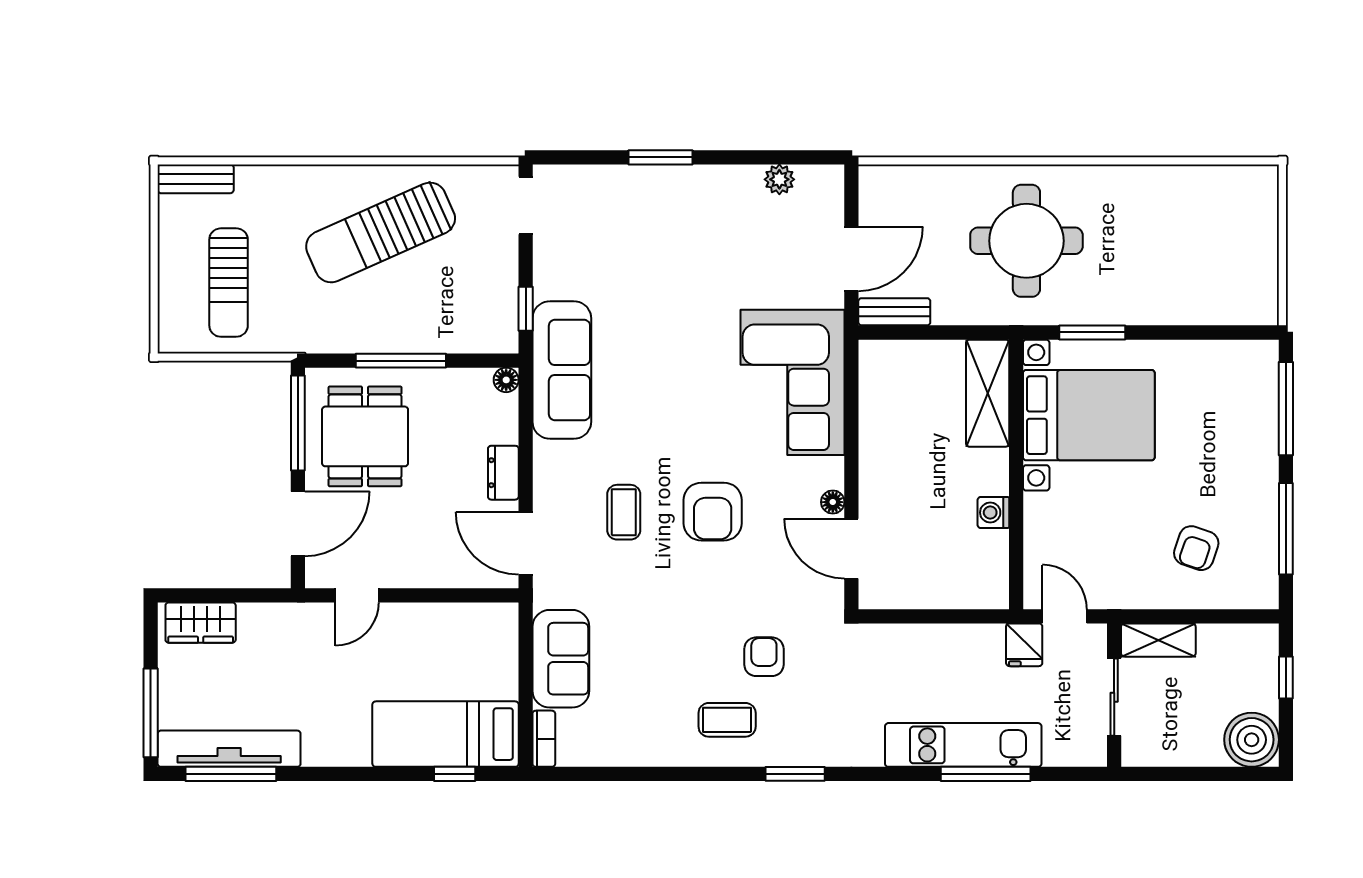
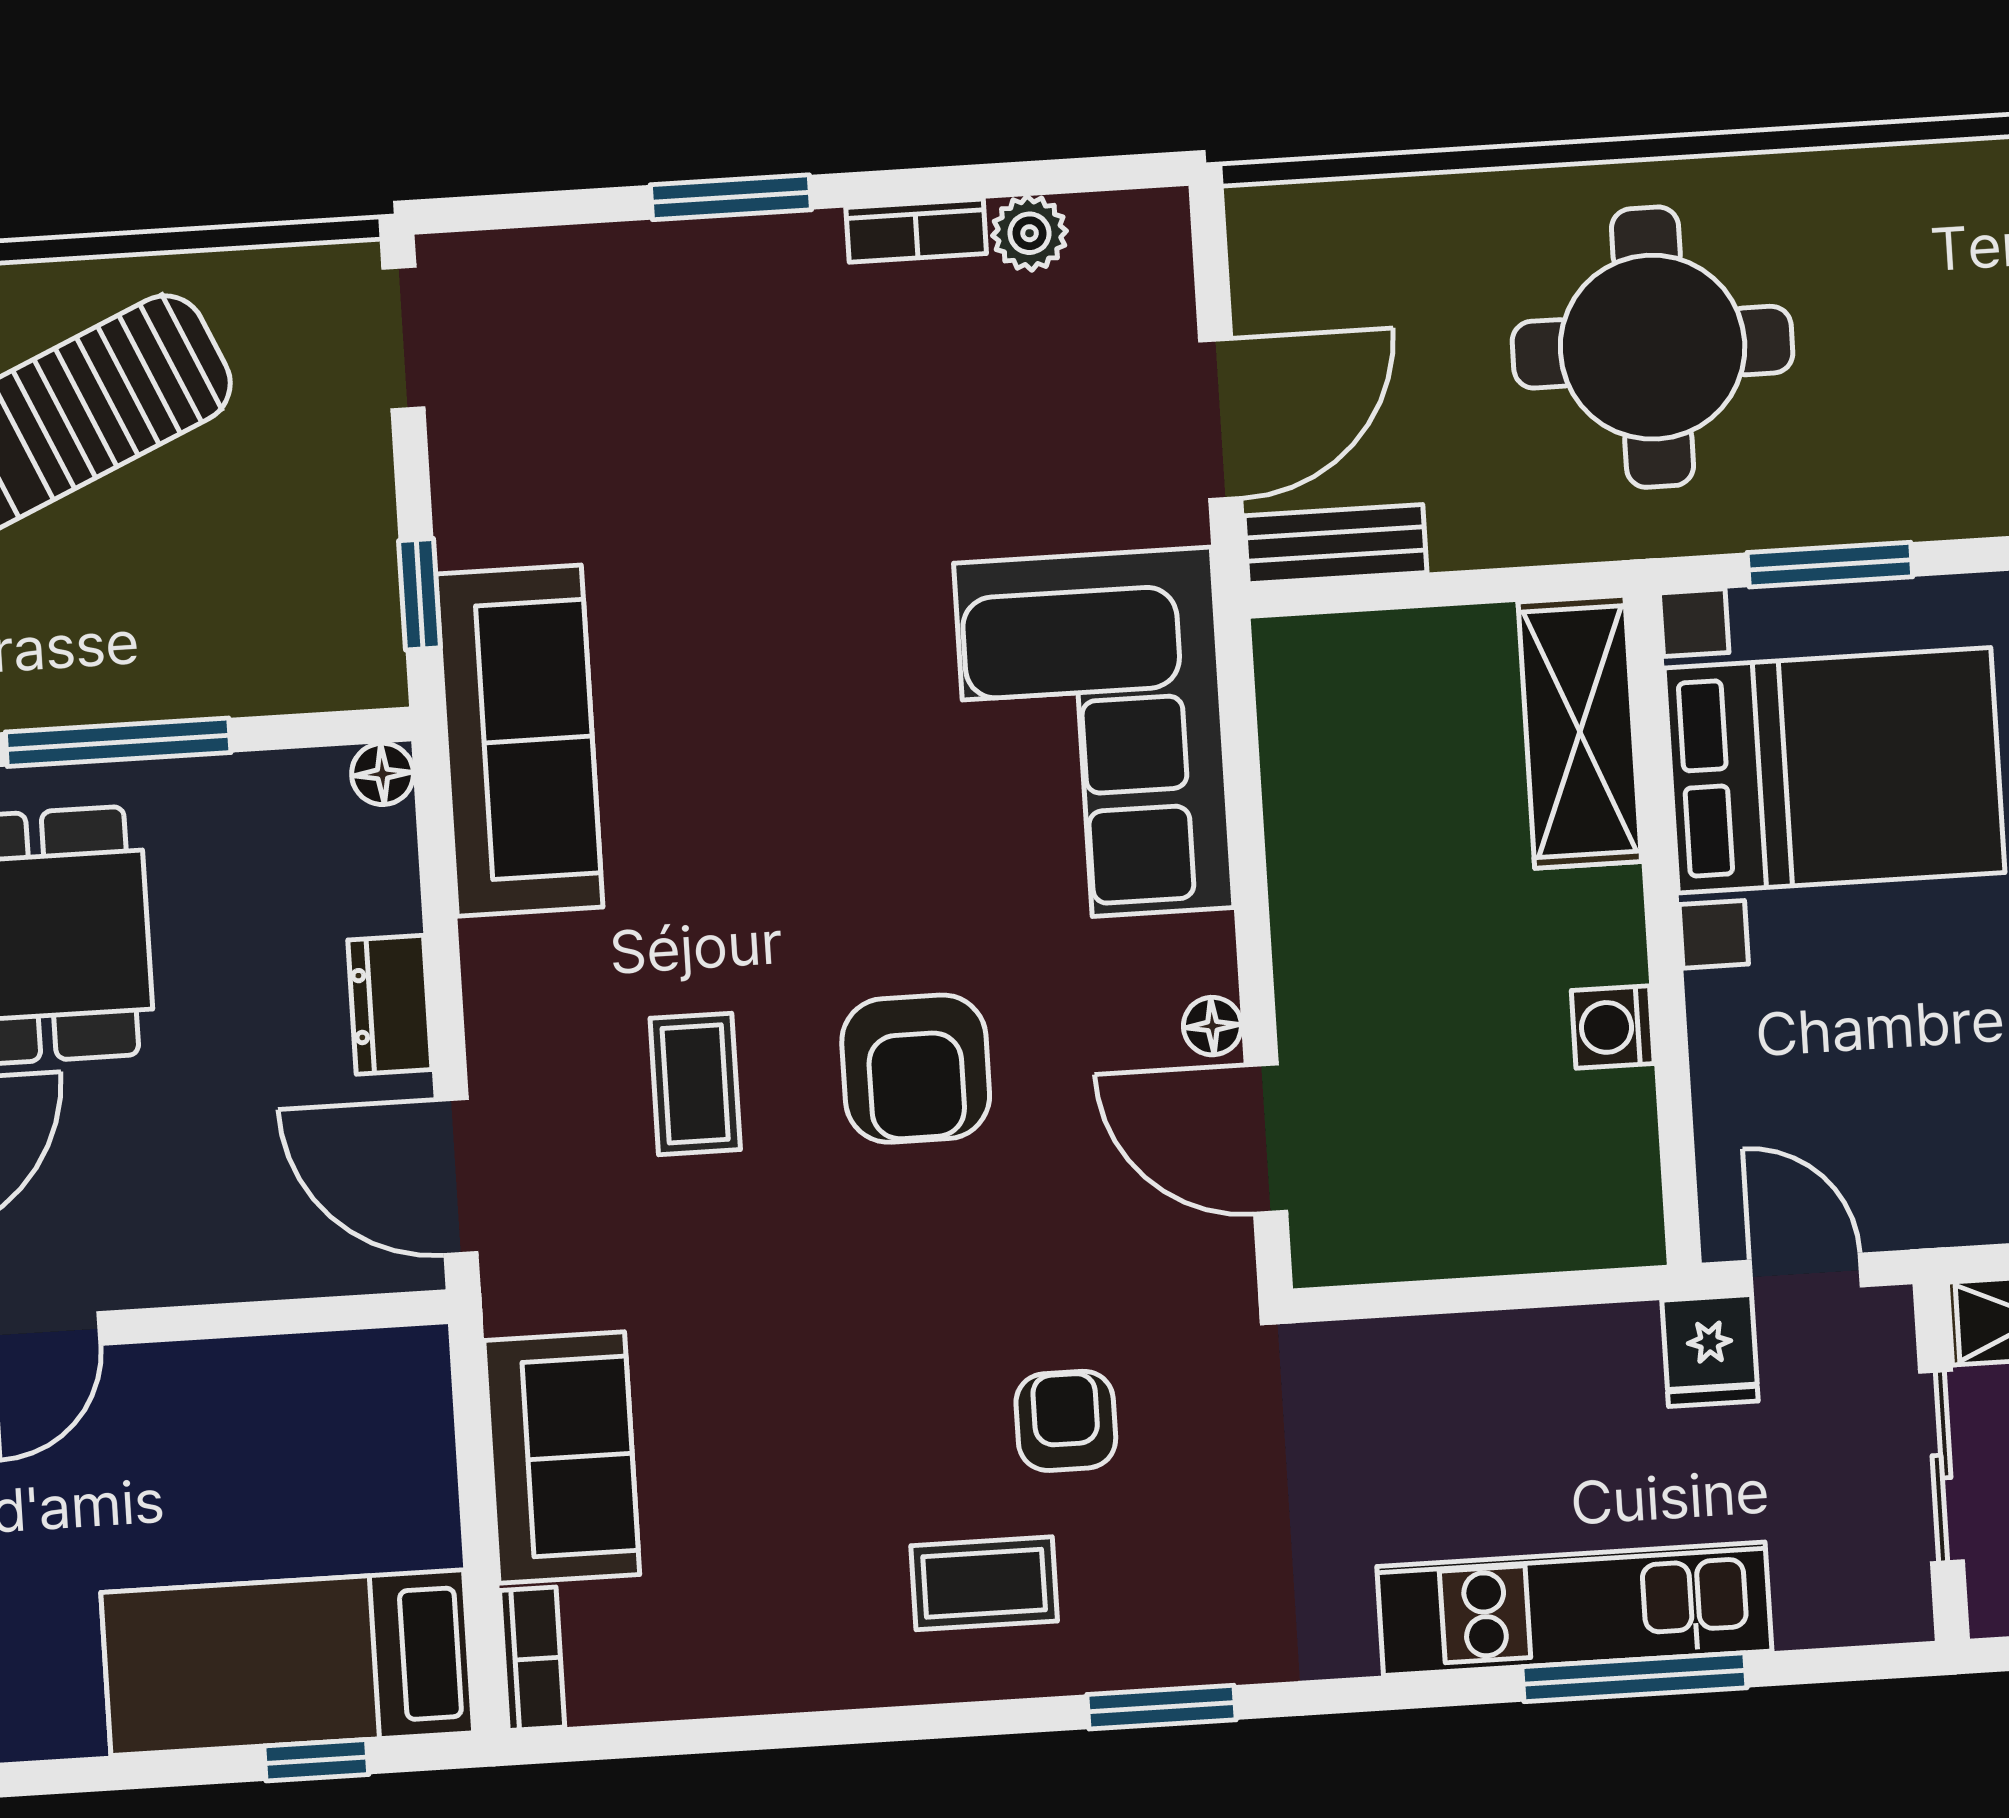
bookcase: (734, 175) -> (916, 231), added

